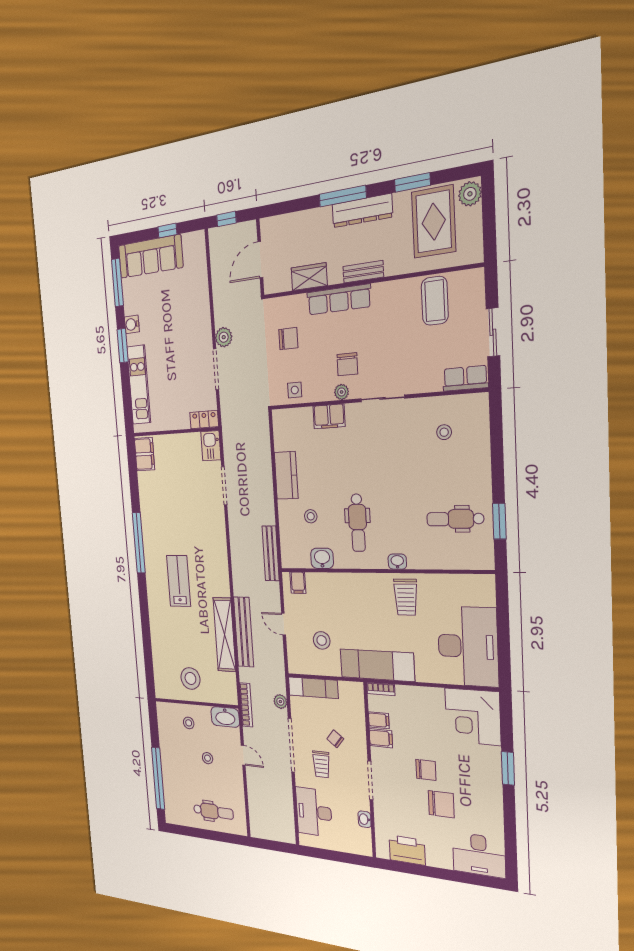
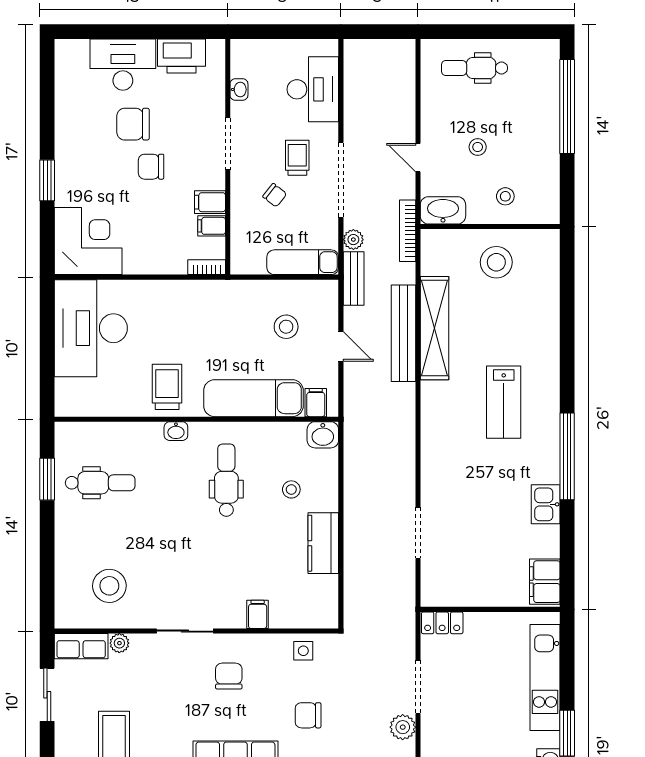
plant: (342, 392) -> (119, 643), moved
filing cabinet: (329, 416) -> (258, 614), width x0.50
stool: (444, 432) -> (109, 586), width x1.89, depth x1.89
kitchen sink: (211, 446) -> (546, 504), moved, turned 180
bench: (271, 553) -> (354, 278), moved, width x0.73
washbasin: (322, 558) -> (323, 435), moved
exam couch: (377, 665) -> (253, 398), moved, turned 180
desk: (479, 855) -> (123, 65), moved

